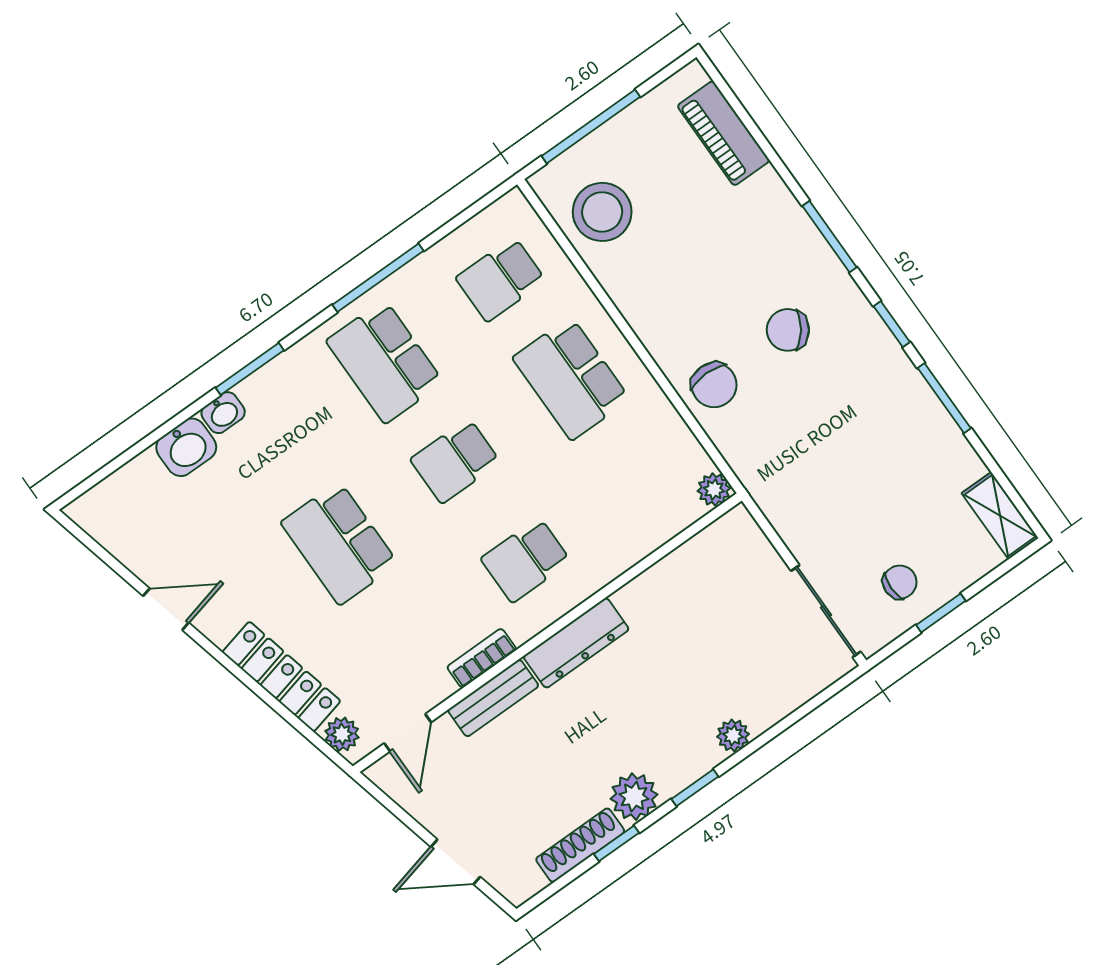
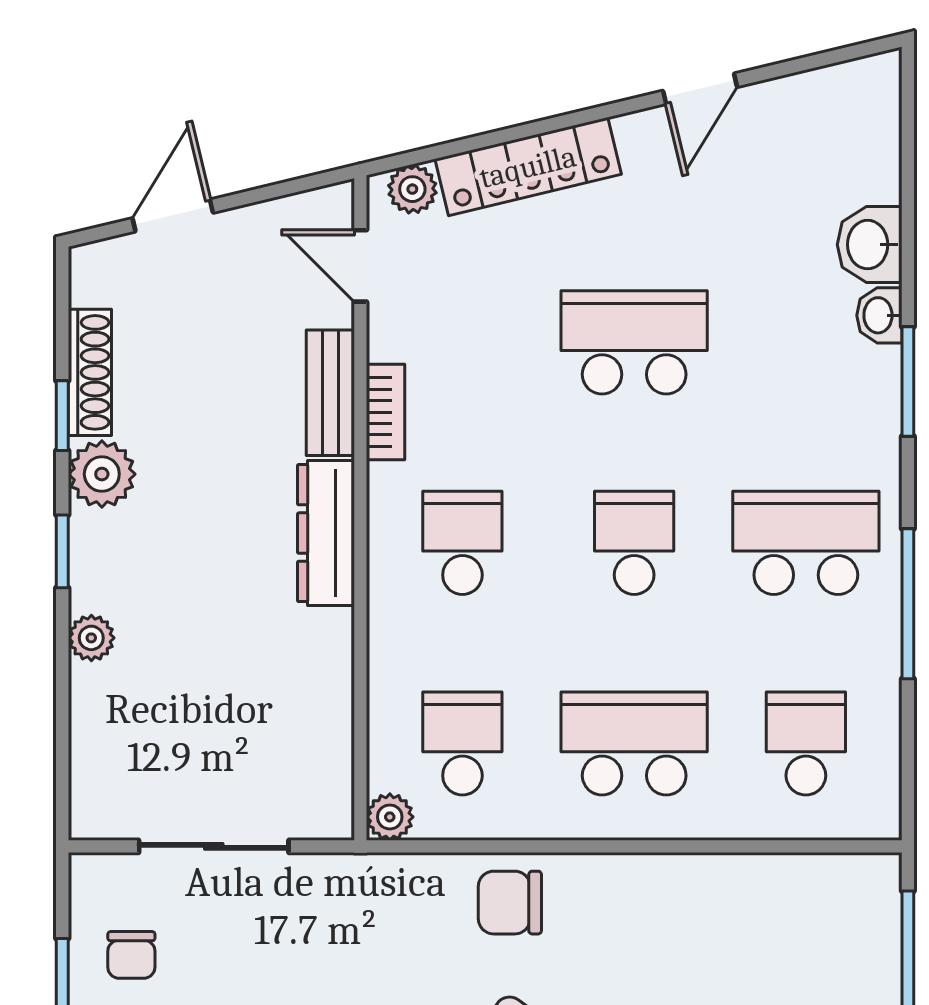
stool: (602, 212) -> (800, 915), removed
school desk: (642, 478) -> (462, 743), added
sliding door: (826, 611) -> (214, 846), moved

